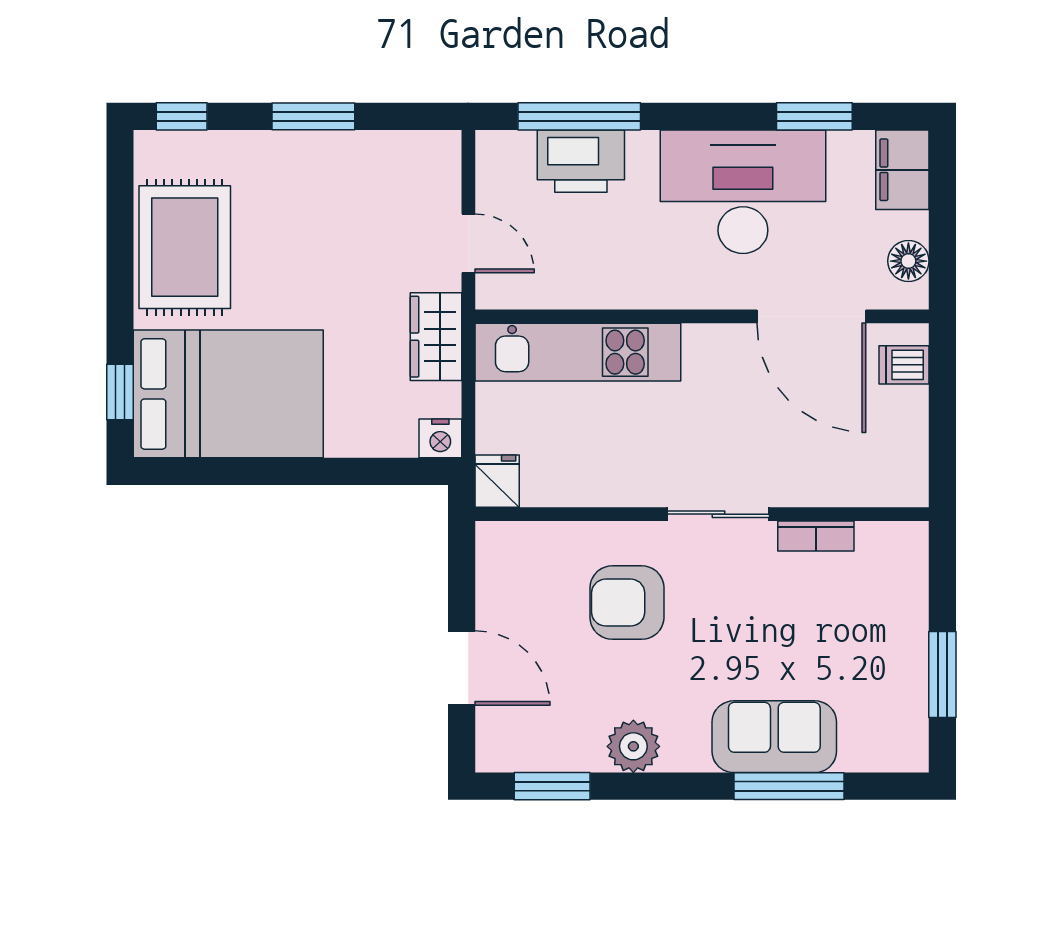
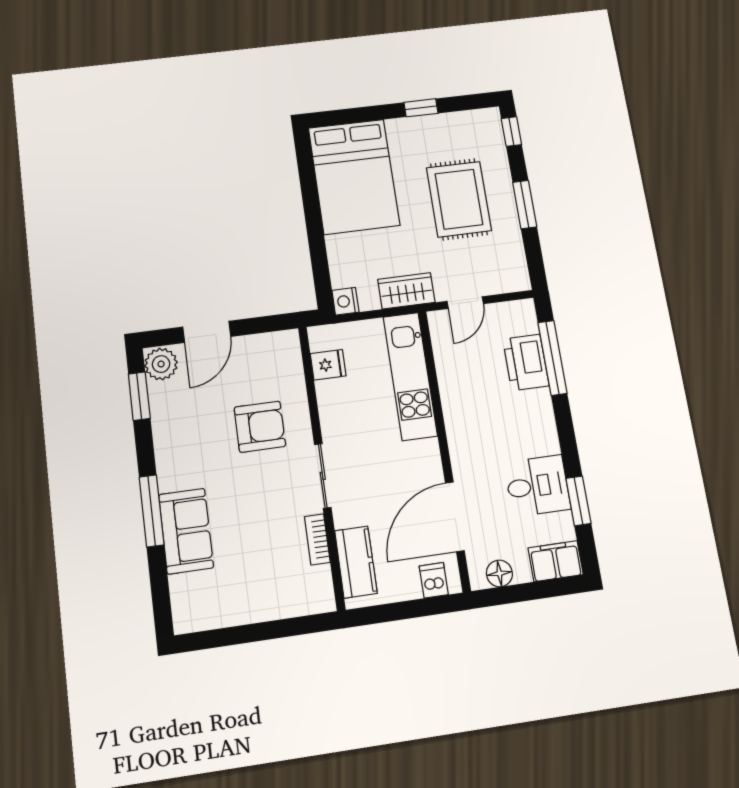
desk: (743, 192) -> (537, 486), width x0.53, depth x0.77
rug: (185, 247) -> (459, 199), moved, turned 90
window: (120, 392) -> (421, 108), moved
fridge: (497, 481) -> (328, 365), moved
kitchen counter: (859, 481) -> (356, 562), added
armchair: (627, 603) -> (260, 427), turned 90
window: (942, 675) -> (239, 635), removed
plant: (633, 746) -> (161, 364), moved
window: (789, 786) -> (152, 511), moved

